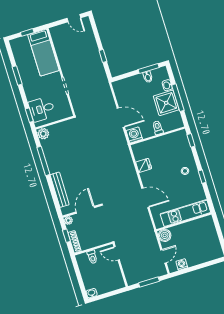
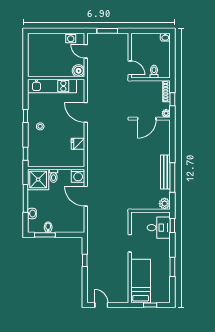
shower: (166, 103) -> (38, 179), moved
bench: (60, 190) -> (165, 172), moved
door: (163, 256) -> (86, 51), hinge flipped

